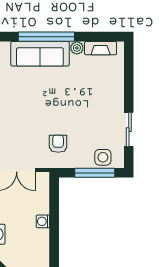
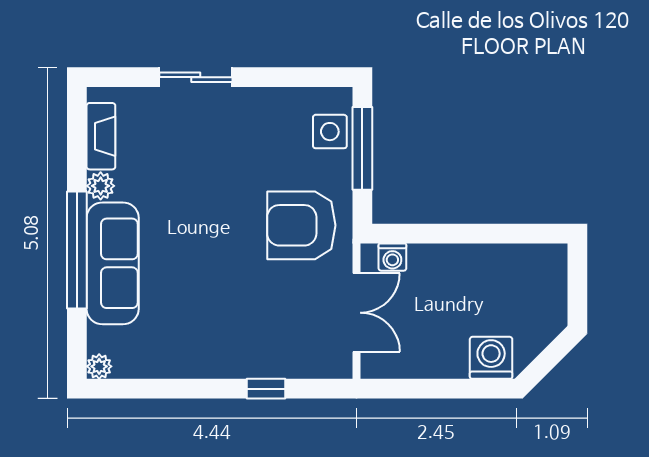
sliding door: (129, 130) -> (196, 77), moved
armchair: (58, 144) -> (301, 225), width x1.88, depth x1.88
washing machine: (43, 221) -> (392, 257), moved

